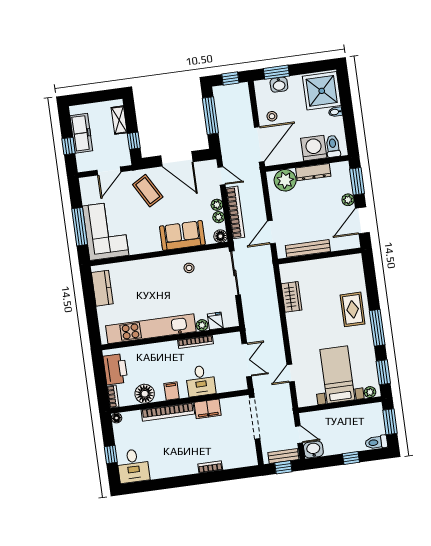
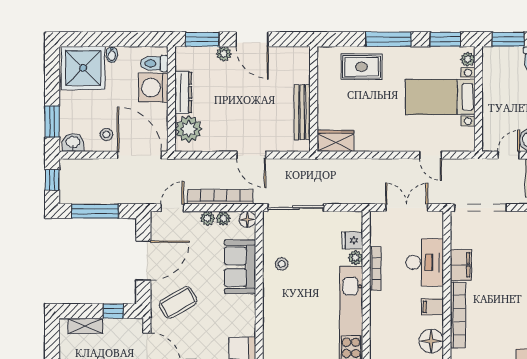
washbasin: (279, 85) -> (73, 143), moved, turned -90
bench: (308, 248) -> (302, 112), moved
wall: (320, 256) -> (314, 99), moved
desk: (201, 381) -> (425, 262), width x1.37

